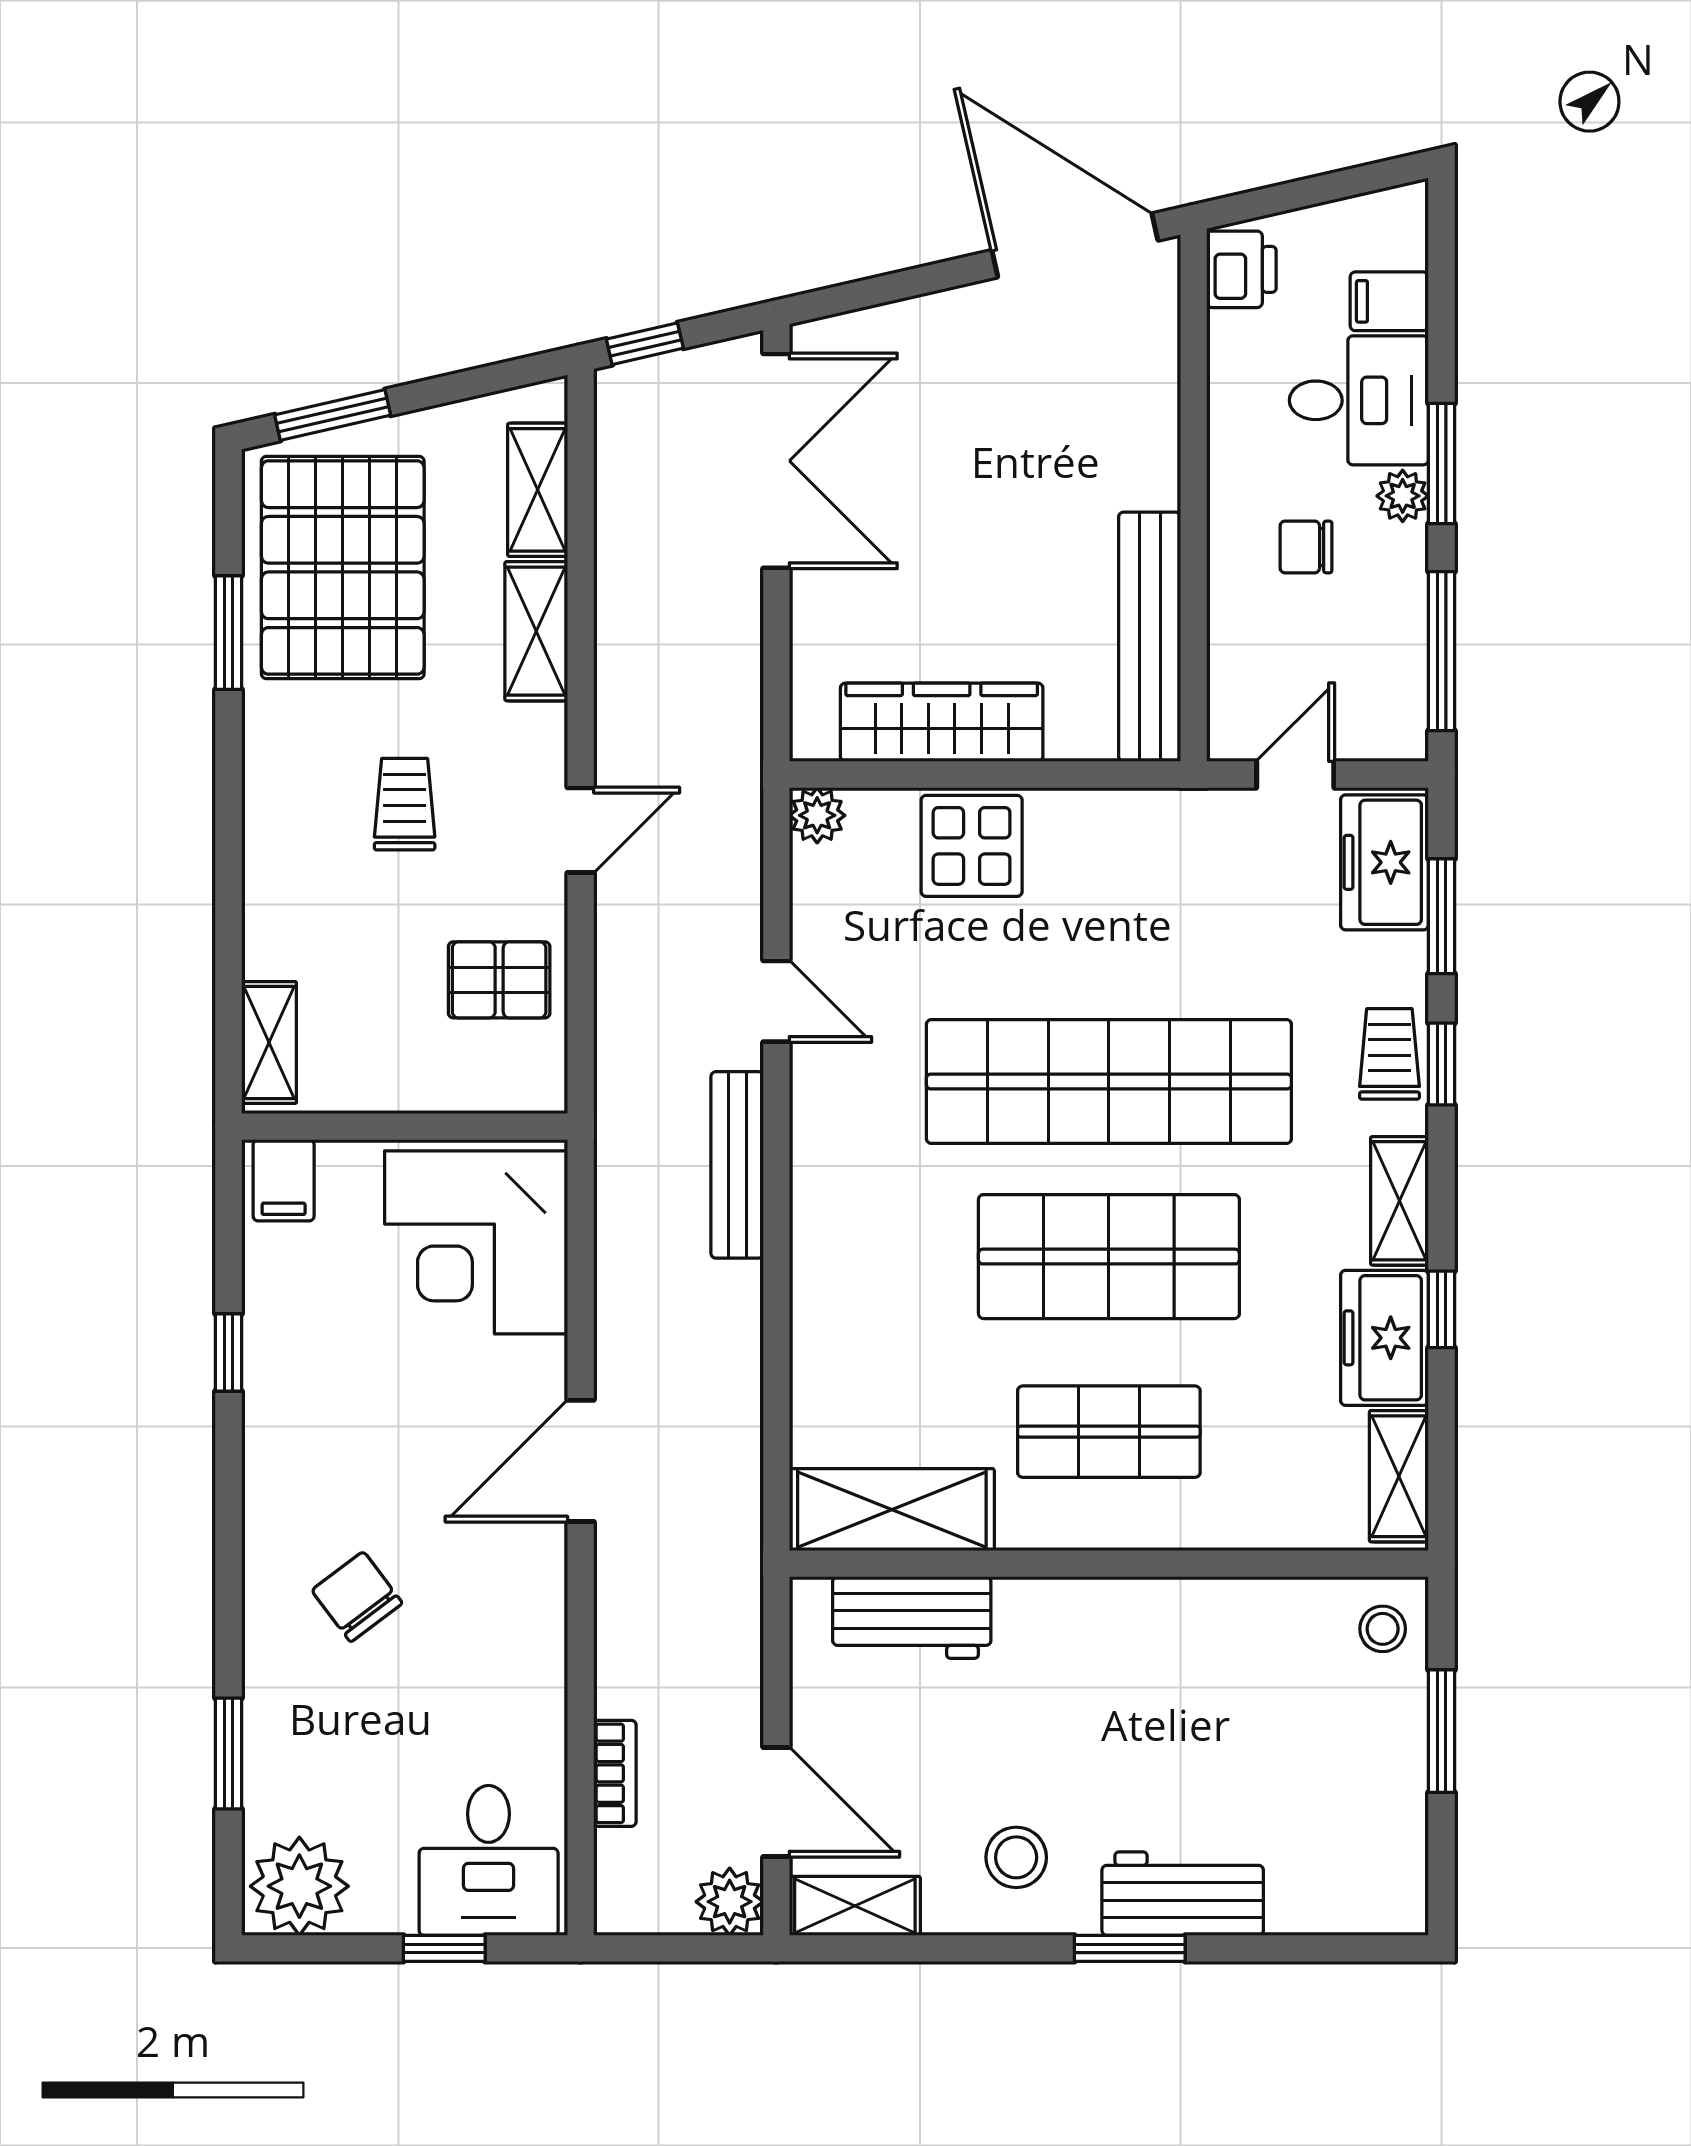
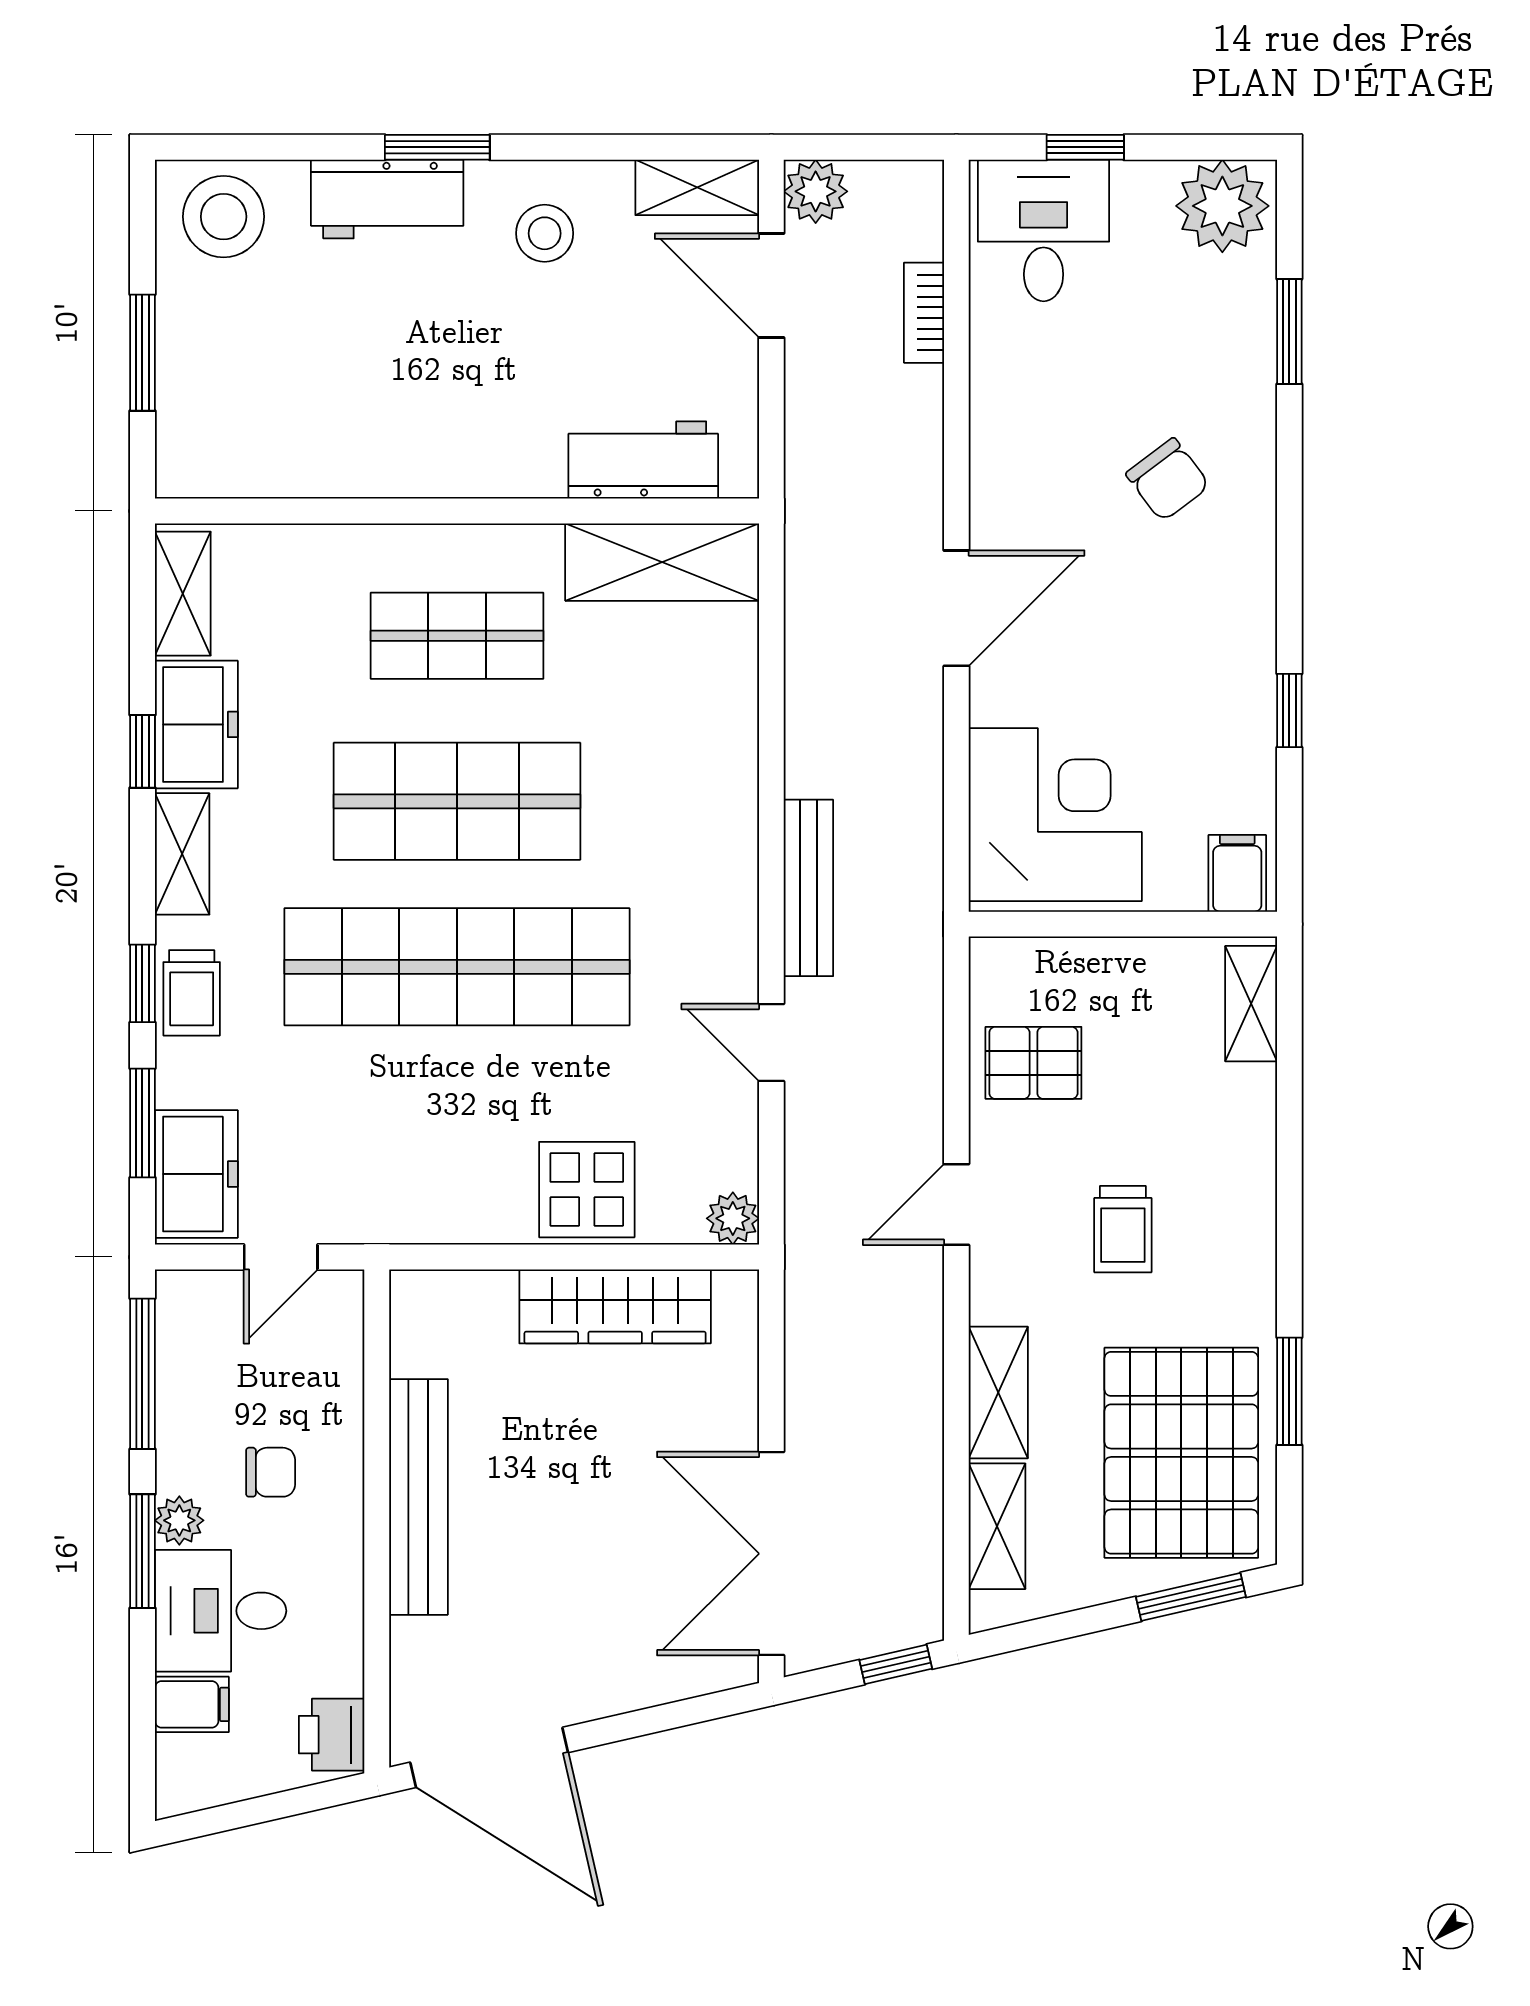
bench: (1150, 637) -> (418, 1497), moved
stool: (1383, 1629) -> (224, 217), moved, width x1.89, depth x1.89

